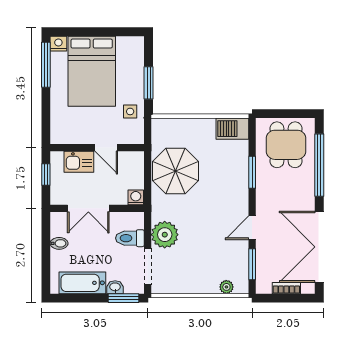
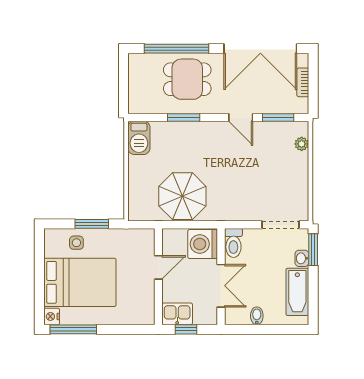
side table: (130, 111) -> (76, 243), moved
dining table: (286, 145) -> (187, 79), moved
kitchen sink: (79, 162) -> (177, 314), moved, turned -90
washing machine: (136, 197) -> (203, 244), width x1.89, depth x1.89
plant: (165, 235) -> (248, 207), removed
toilet: (130, 238) -> (233, 243), moved

